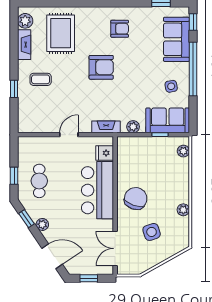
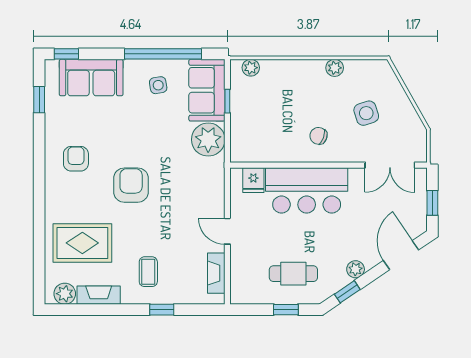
window: (193, 69) -> (163, 54), moved
fireplace: (106, 127) -> (216, 273), moved
plant: (133, 127) -> (208, 140), width x1.88, depth x1.88
chair: (136, 199) -> (319, 136), width x0.54, depth x0.54

